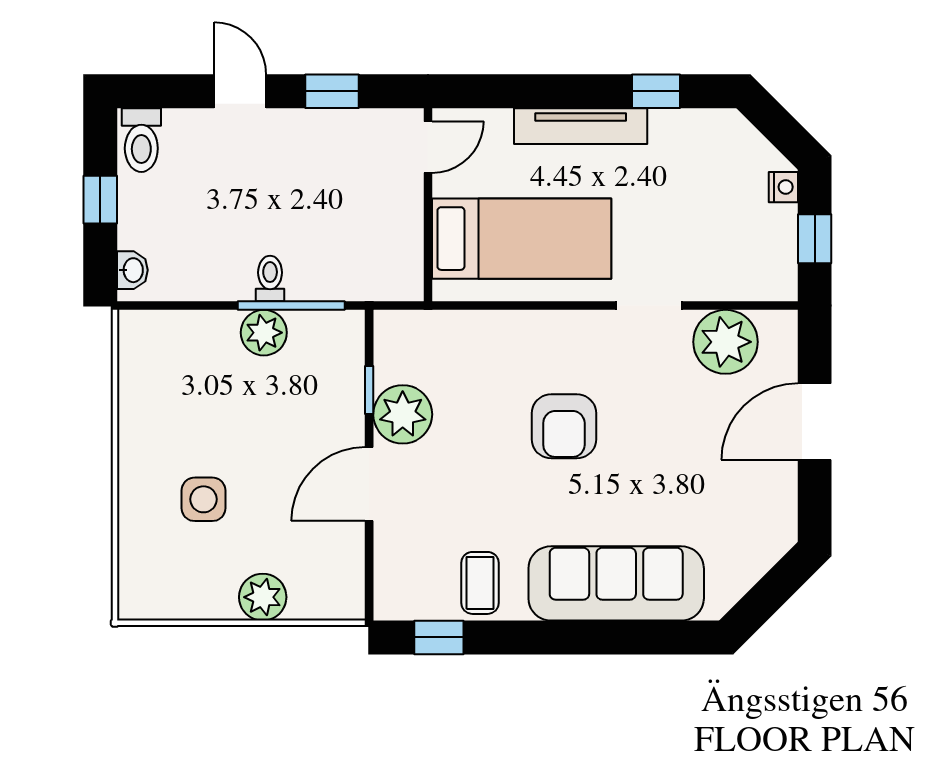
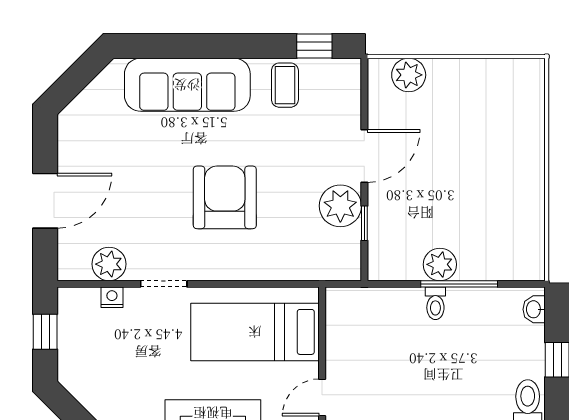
nightstand: (783, 187) -> (112, 297), moved, turned 90
window: (291, 306) -> (459, 284), moved
plant: (725, 342) -> (109, 264), width x0.73, depth x0.73
armchair: (564, 426) -> (225, 197), width x1.36, depth x1.36
side table: (204, 499) -> (483, 145), removed
plant: (263, 597) -> (409, 75), moved

